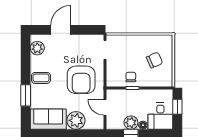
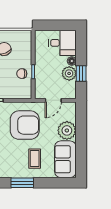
coffee table: (41, 78) -> (35, 159), moved
window: (26, 95) -> (22, 183), moved
window: (177, 107) -> (53, 25), removed

